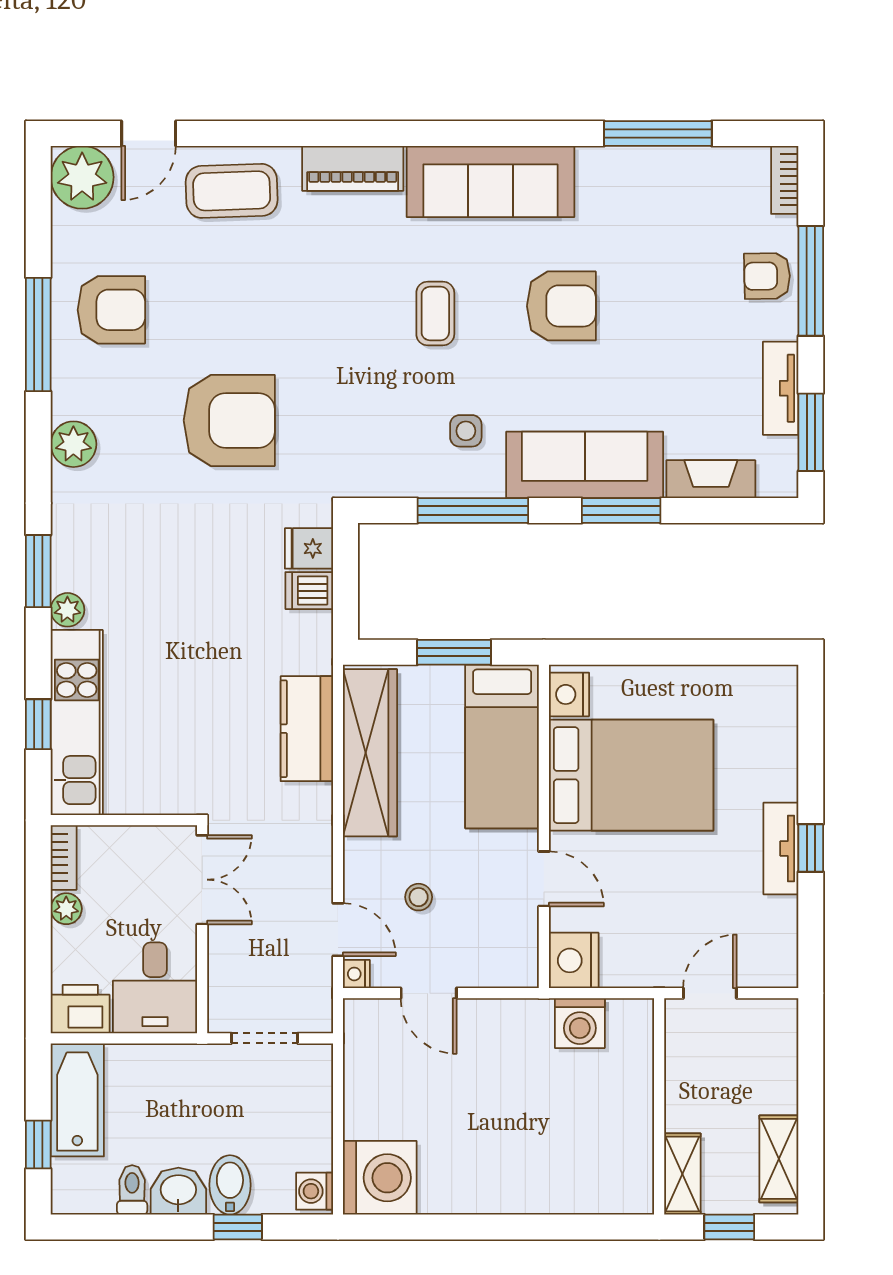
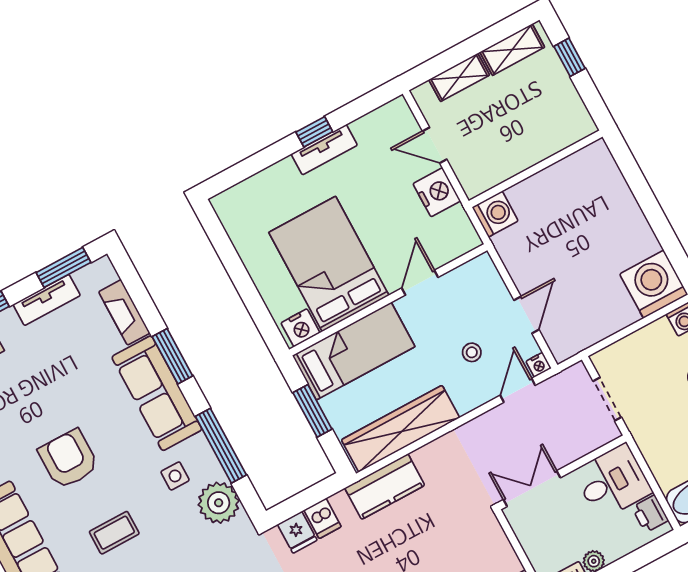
plant: (401, 468) -> (219, 503), added
kitchen counter: (307, 729) -> (385, 487), moved
nightstand: (574, 960) -> (437, 192), moved, turned -90
printer: (80, 1009) -> (650, 514), width x0.73, depth x0.81
wall: (659, 1106) -> (536, 169), moved
shelving: (682, 1174) -> (459, 77), moved

